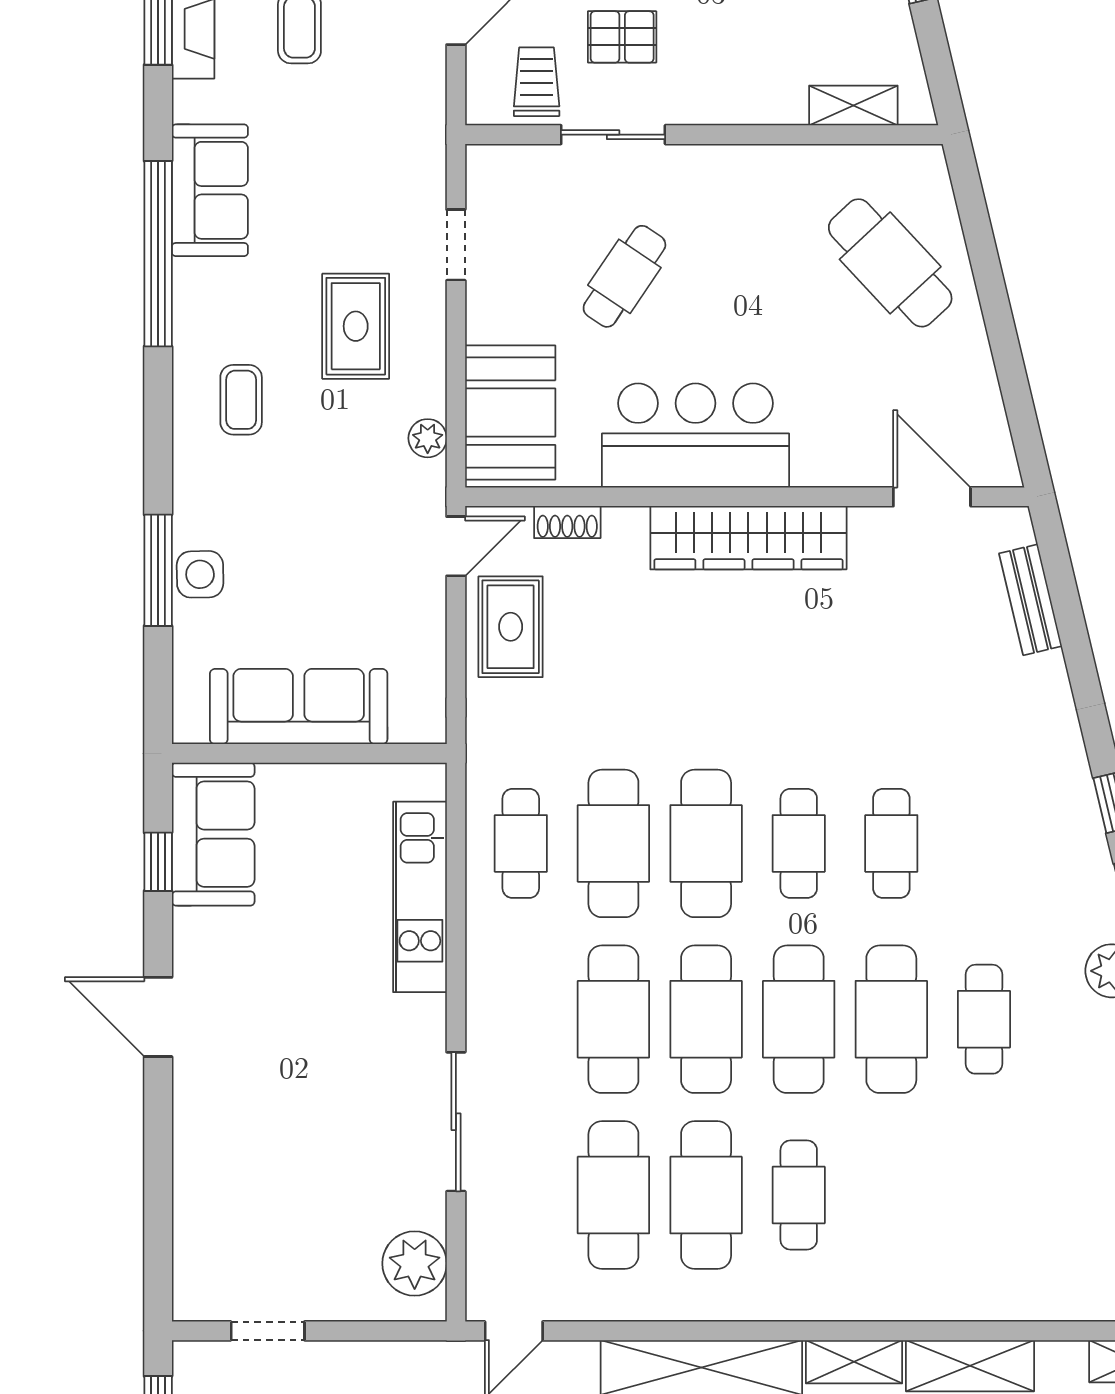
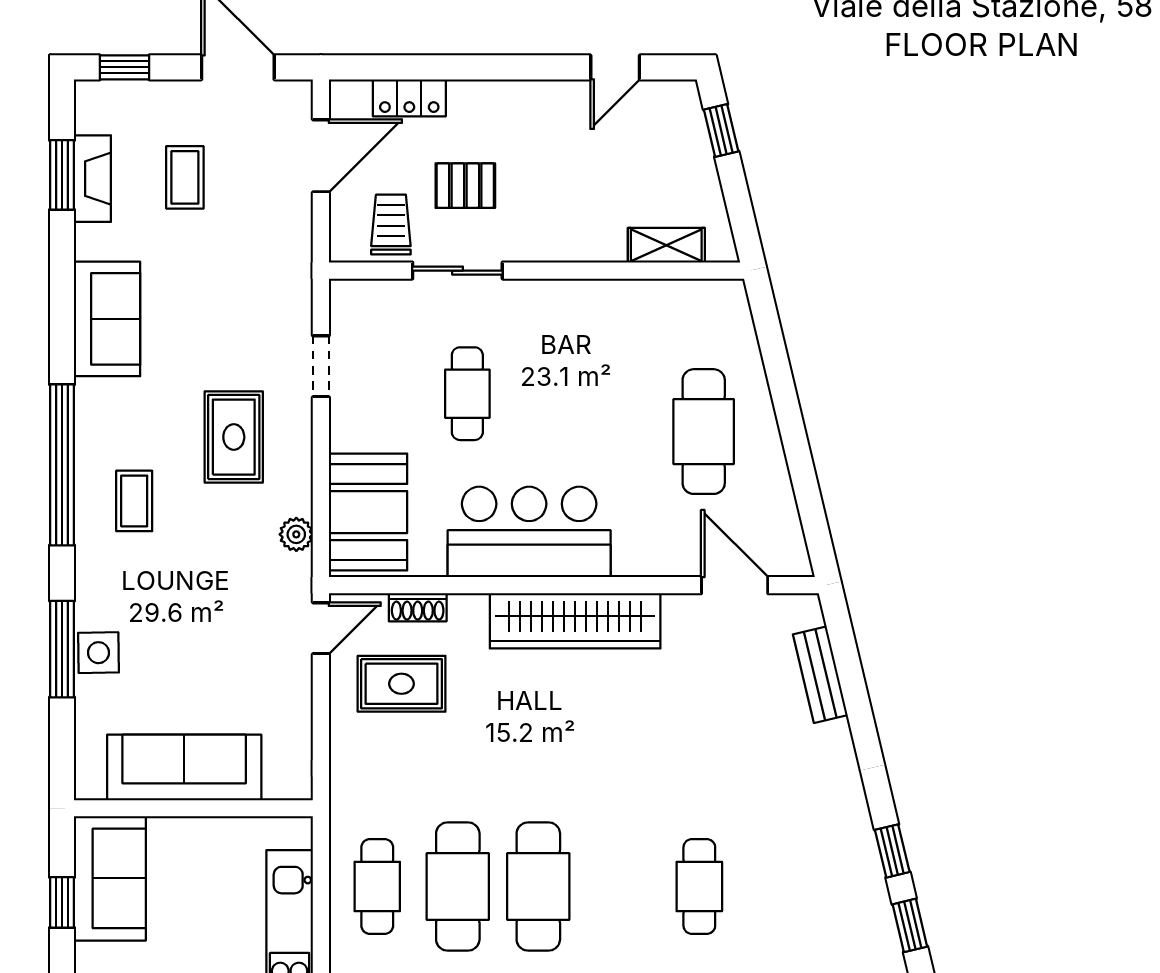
window: (158, 254) -> (62, 465), moved
cafe table: (890, 263) -> (704, 432), moved, turned 43
cafe table: (624, 276) -> (467, 394), turned -34
rug: (511, 627) -> (402, 684), moved, turned 90
cafe table: (799, 843) -> (619, 886), removed

